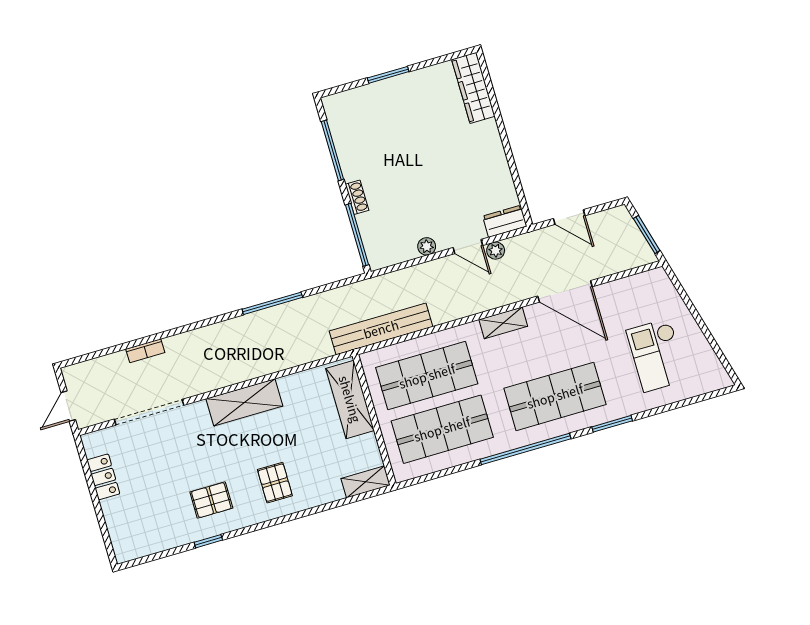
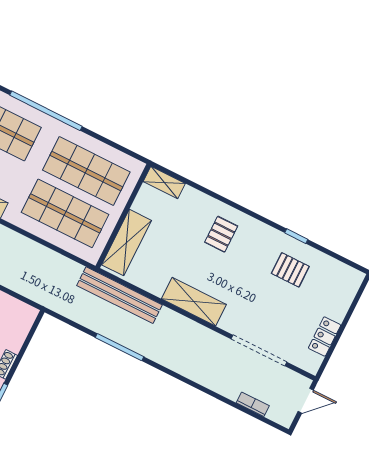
window: (357, 235) -> (27, 341), removed
bench: (381, 329) -> (120, 295), moved
bookcase: (145, 351) -> (253, 404), moved
pallet: (211, 500) -> (290, 270), moved

